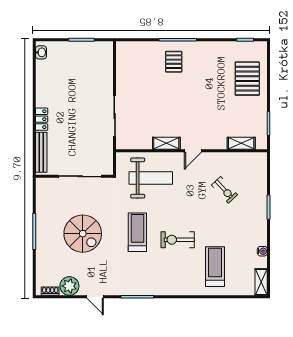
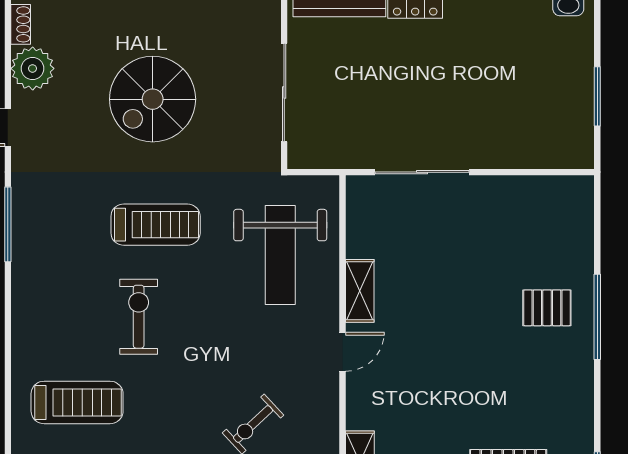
door: (193, 151) -> (343, 352), swing flipped

